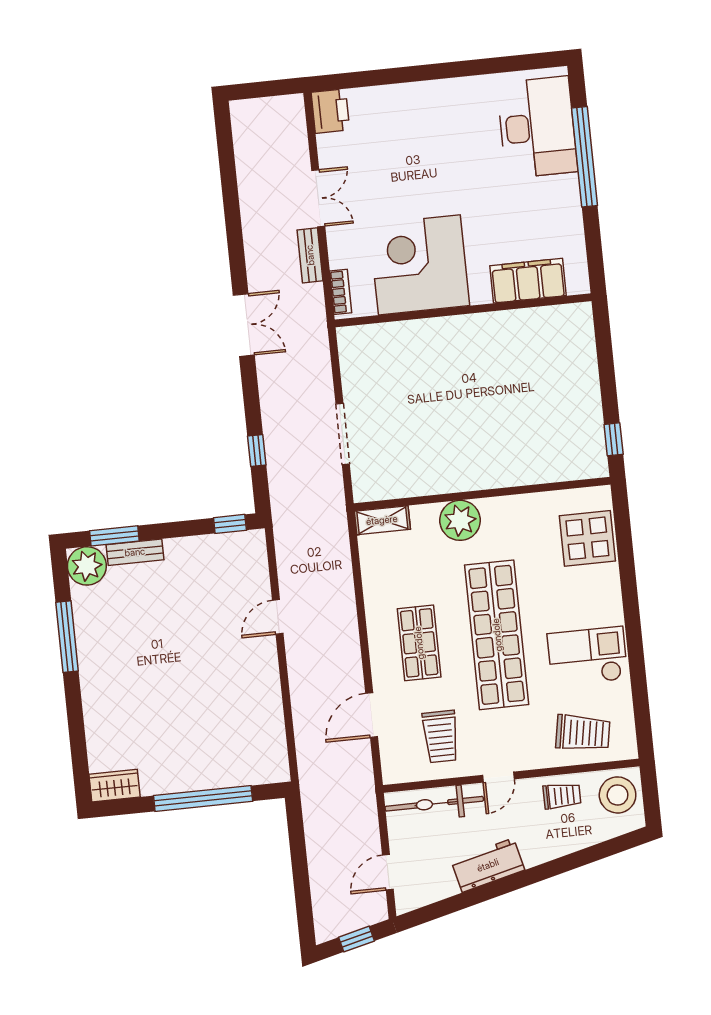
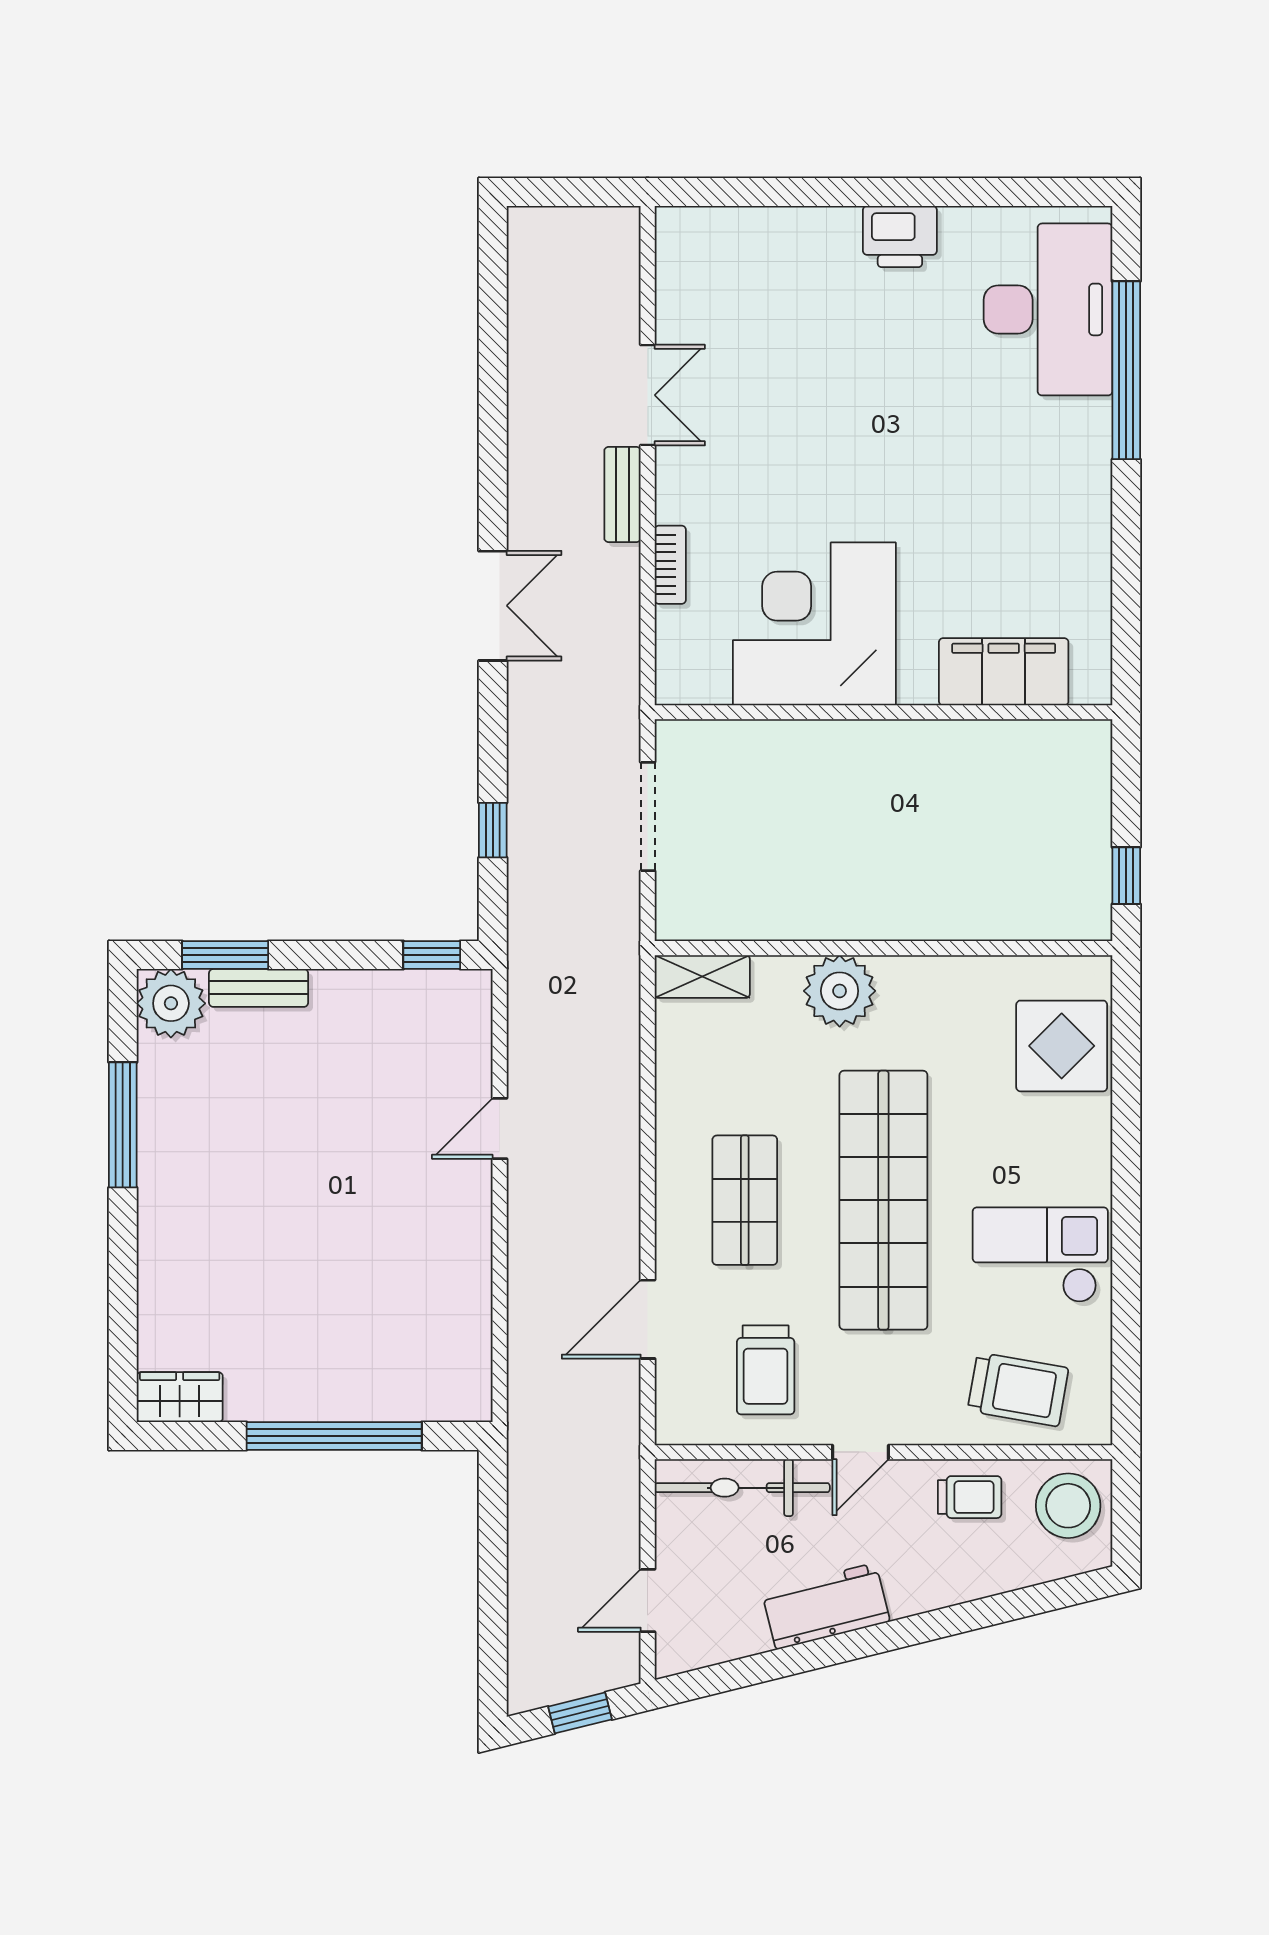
printer: (330, 111) -> (900, 236), moved, turned 90
corner desk: (419, 265) -> (814, 624), moved
filing cabinet: (528, 281) -> (1004, 672), moved
wall: (463, 310) -> (883, 712), moved

